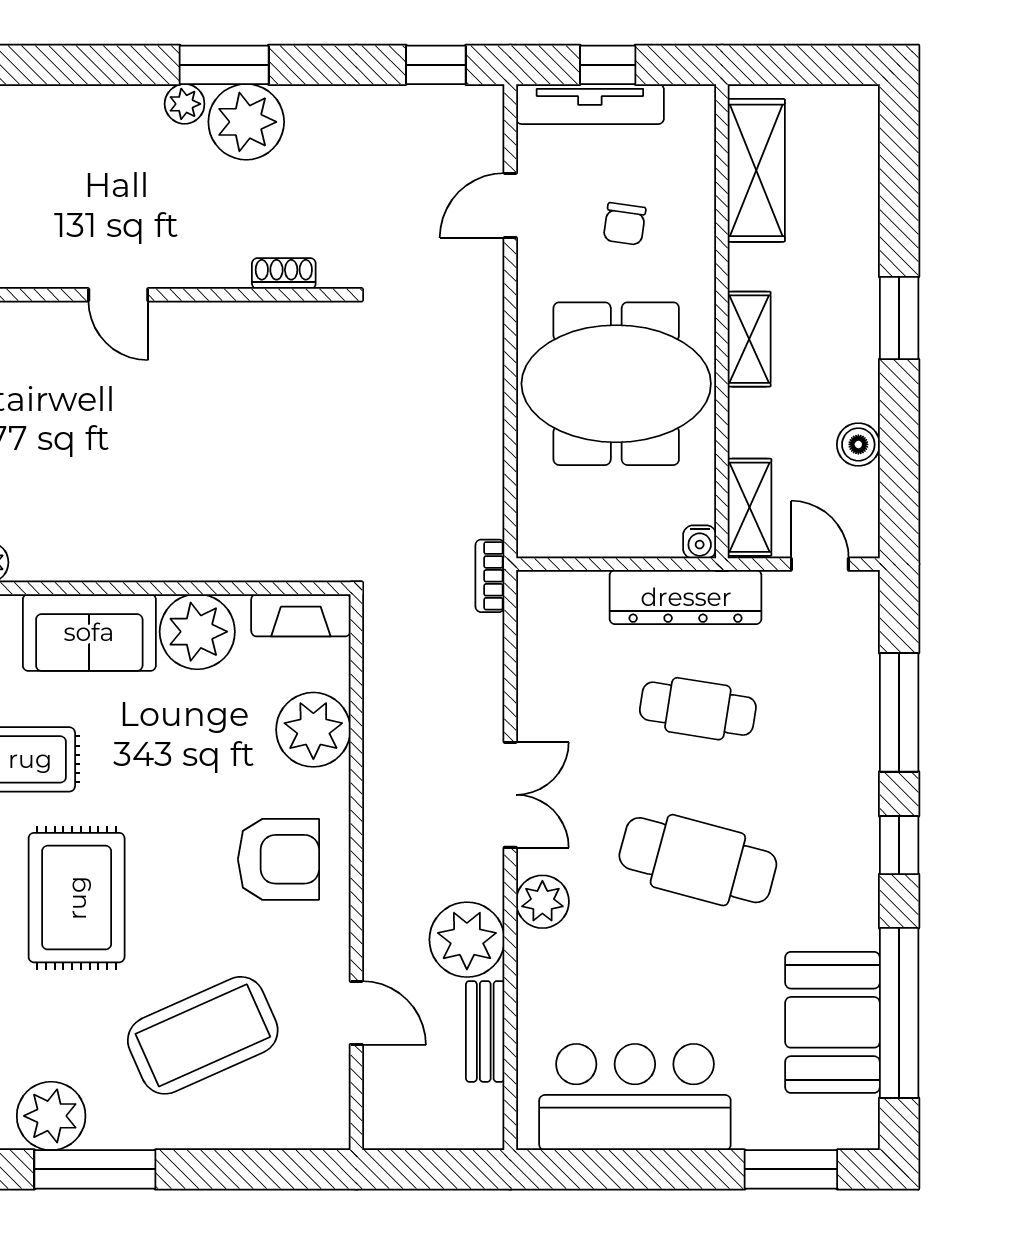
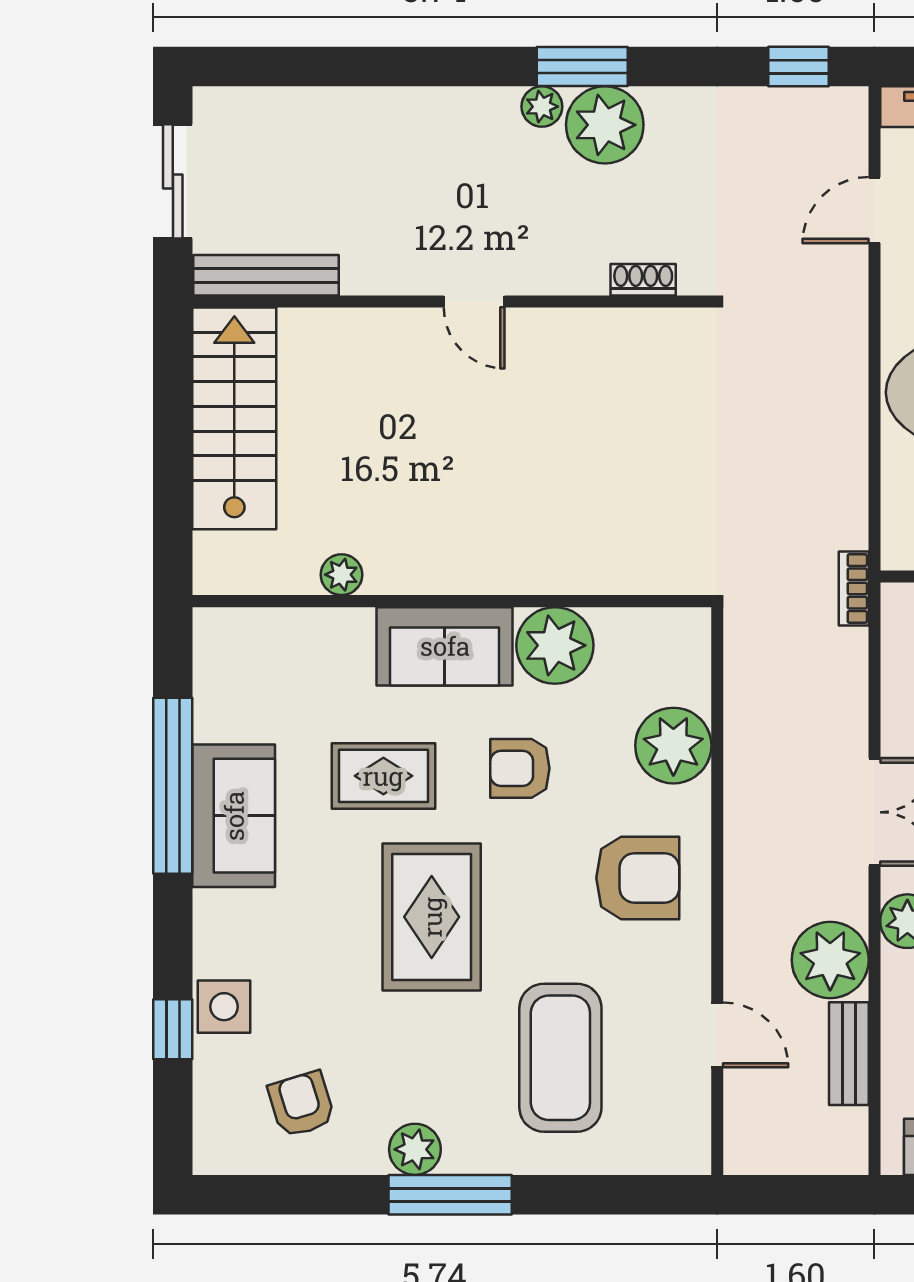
fireplace: (301, 615) -> (661, 629), removed
armchair: (163, 752) -> (520, 768), added
coffee table: (203, 1035) -> (560, 1058), turned -66
plant: (51, 1116) -> (415, 1149), width x0.73, depth x0.73

